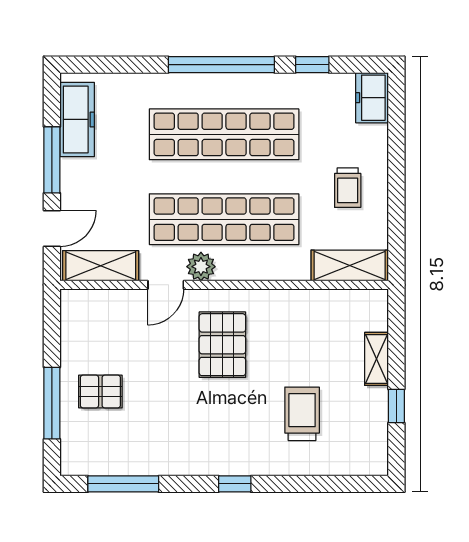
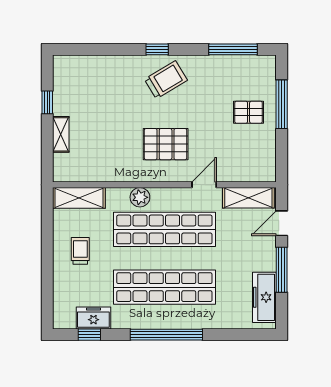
window: (312, 65) -> (89, 335), moved
freezer: (372, 98) -> (93, 318), moved, turned -90
plant: (201, 267) -> (140, 197), moved
pallet: (222, 345) -> (166, 144), turned 90
trolley: (302, 414) -> (166, 80), moved, turned -121

